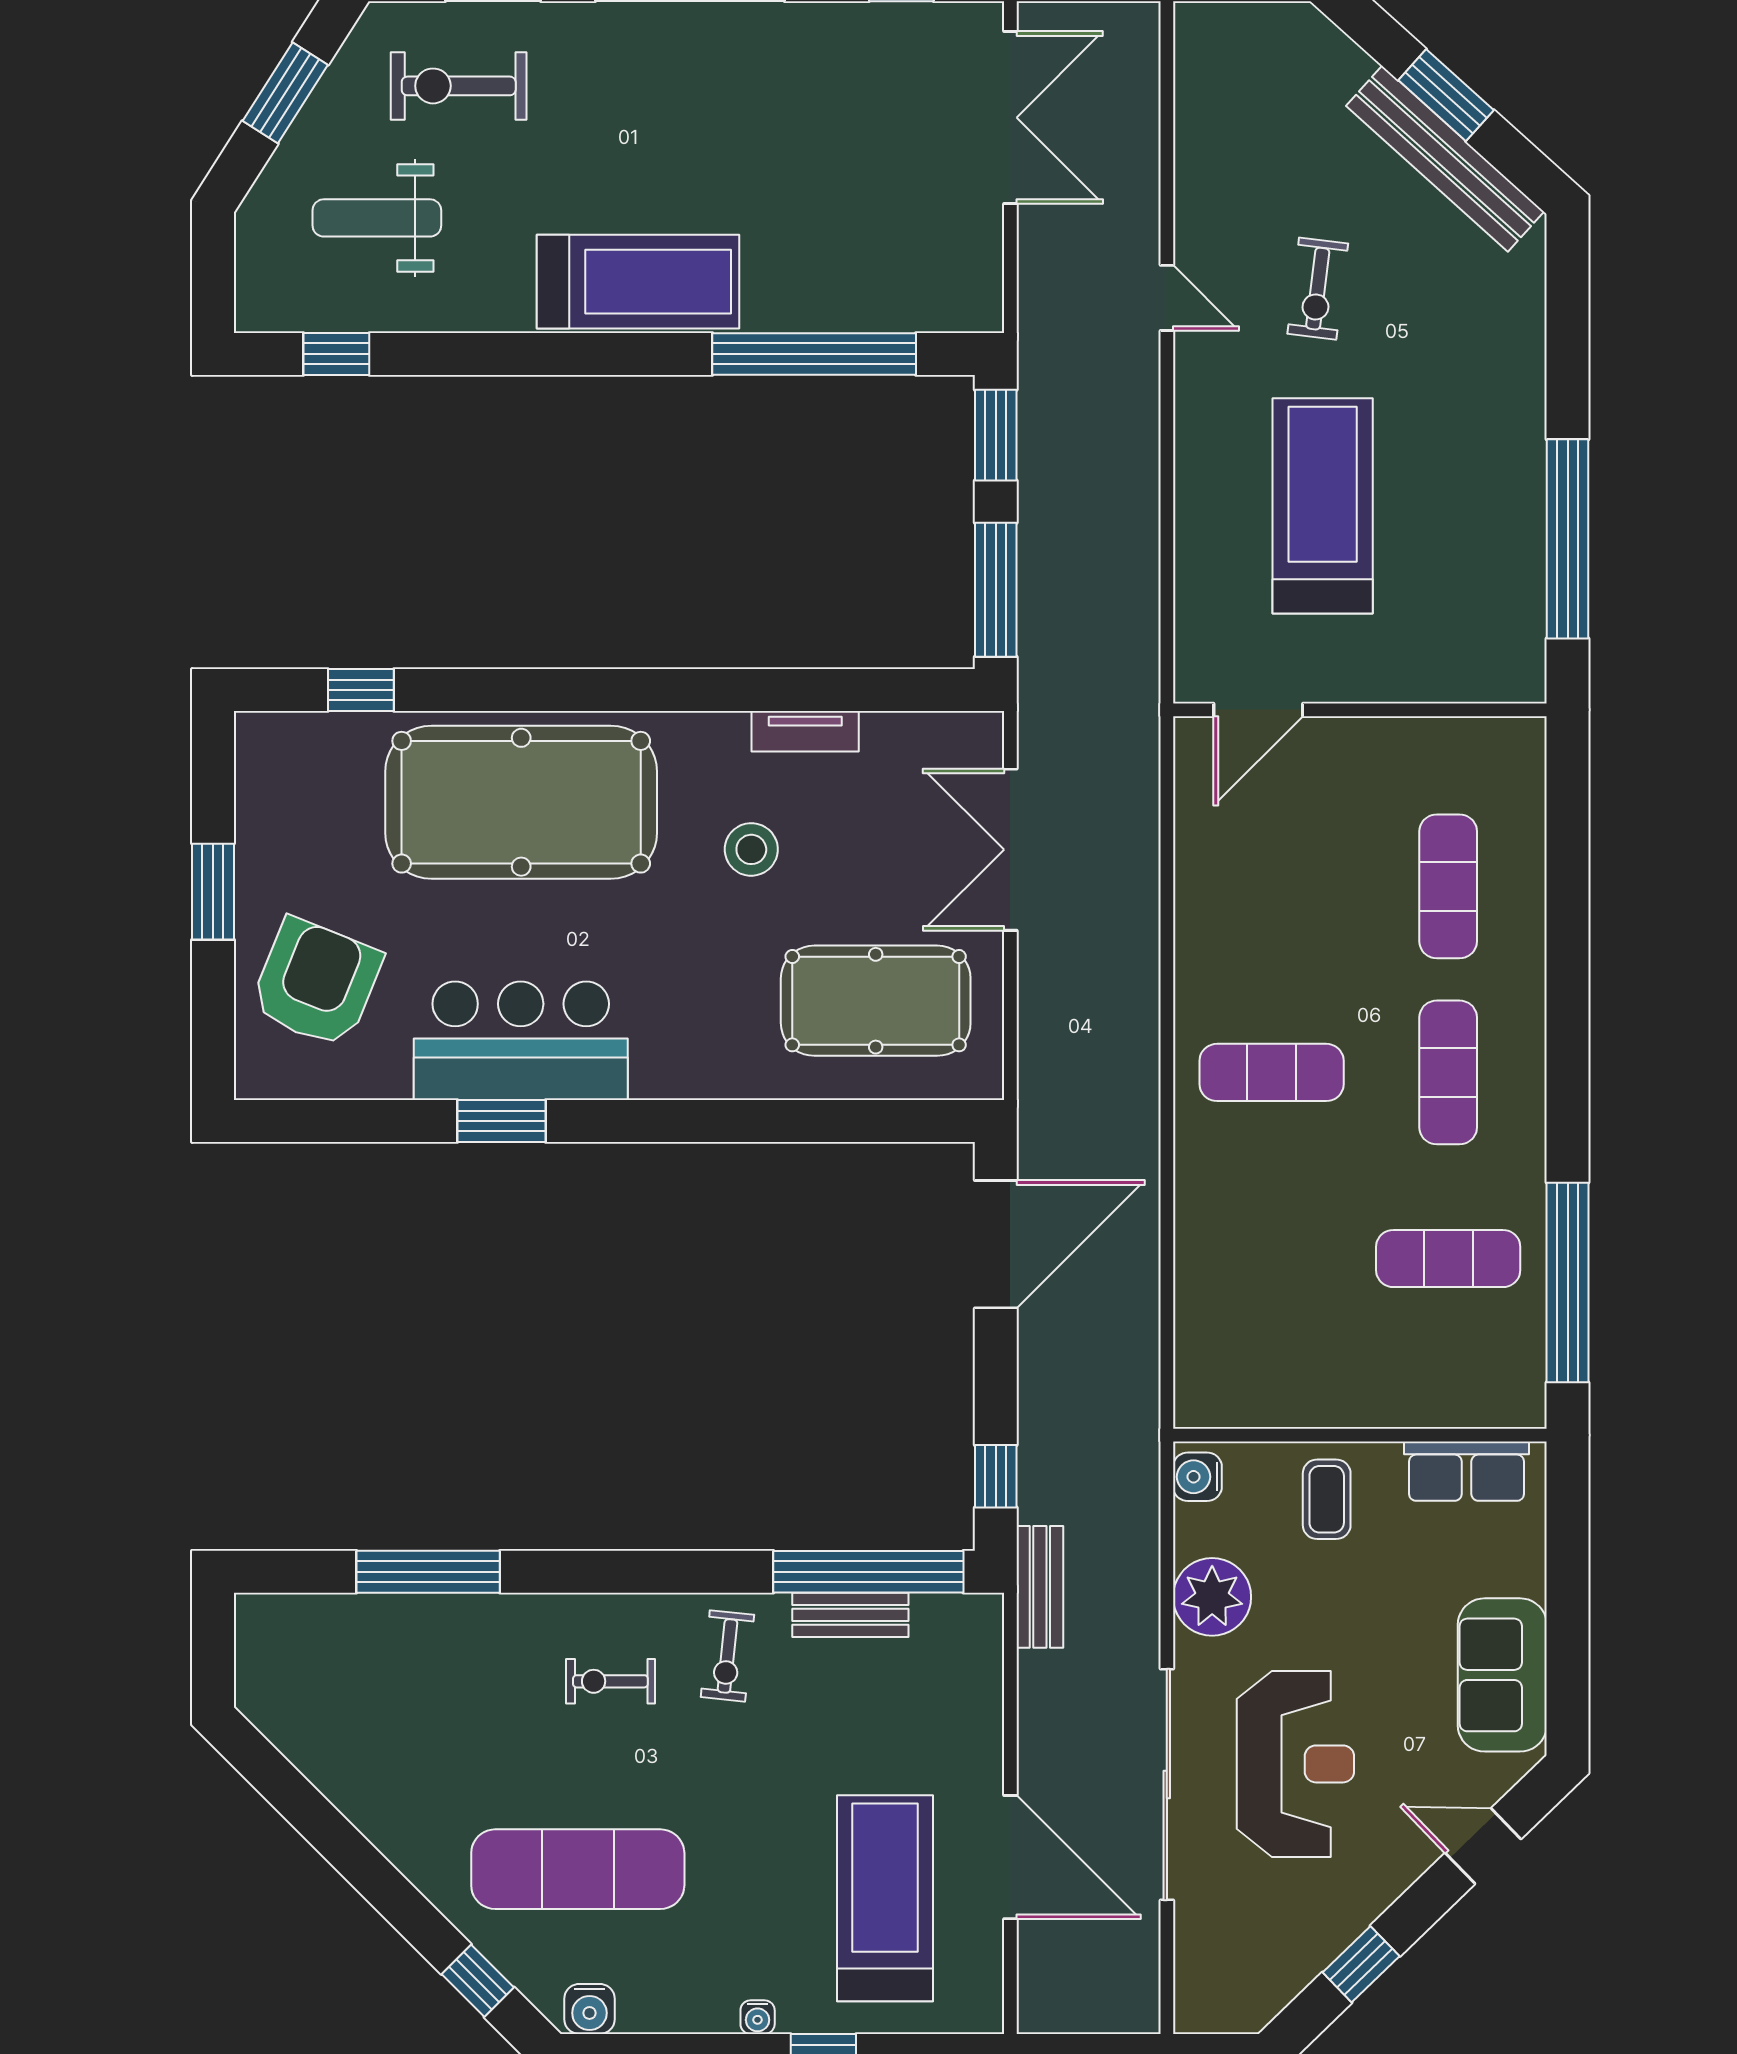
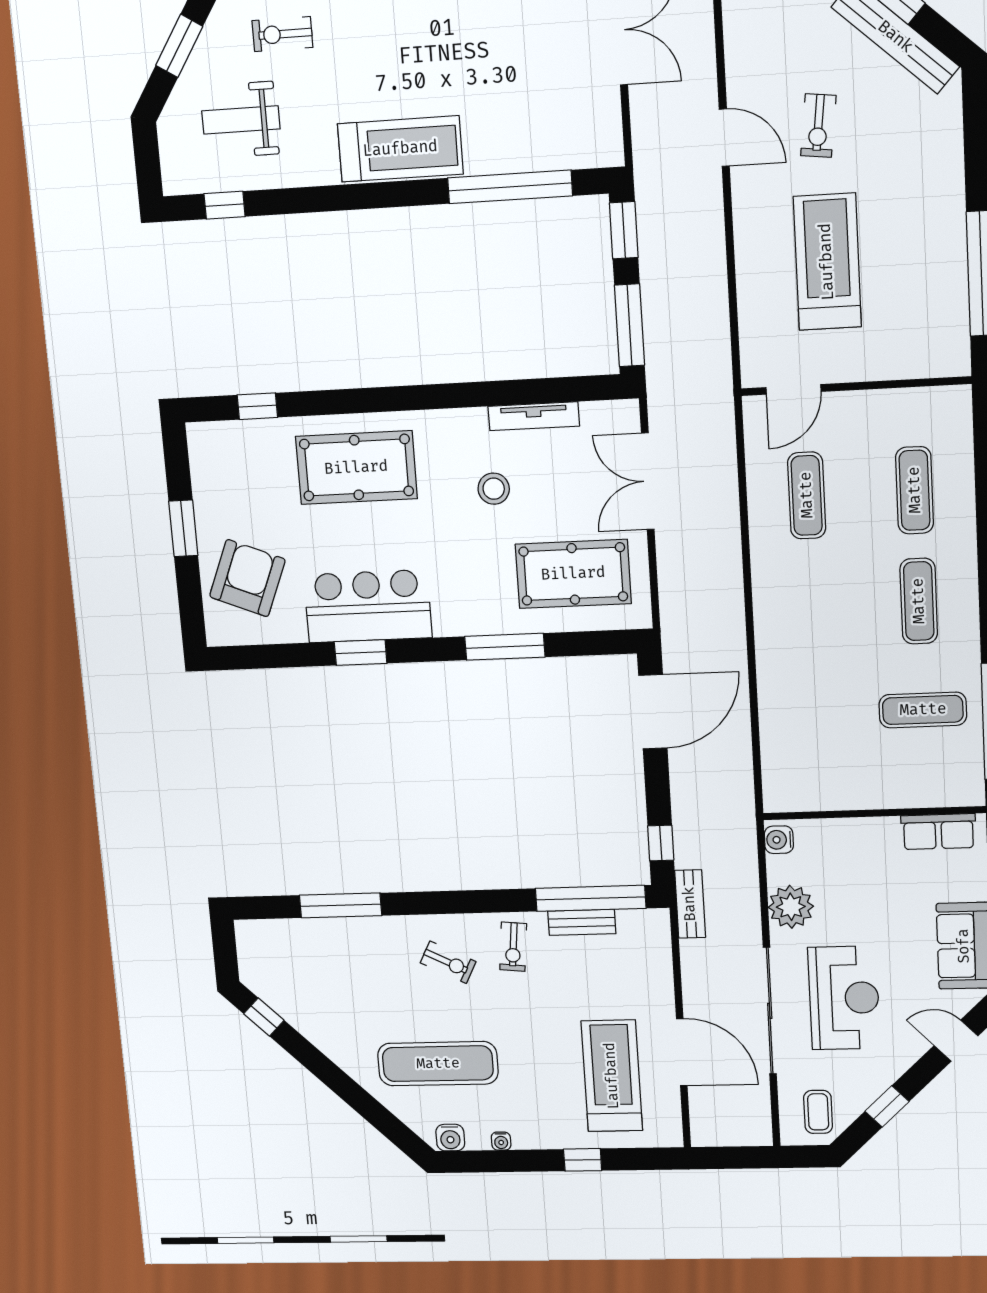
exercise bike: (459, 86) -> (282, 34), width x0.73, depth x0.72
door: (1167, 298) -> (724, 138), width x1.38
tv unit: (805, 731) -> (534, 416), width x1.41
pool table: (521, 802) -> (356, 468), width x0.73, depth x0.76
exercise mat: (1272, 1072) -> (807, 495), moved, turned 90
window: (751, 1121) -> (505, 647), added
coffee table: (1327, 1499) -> (818, 1112), moved
exercise bike: (610, 1681) -> (448, 962), turned -153
window: (478, 1981) -> (264, 1017), moved
water cooler: (758, 2017) -> (501, 1141), moved

